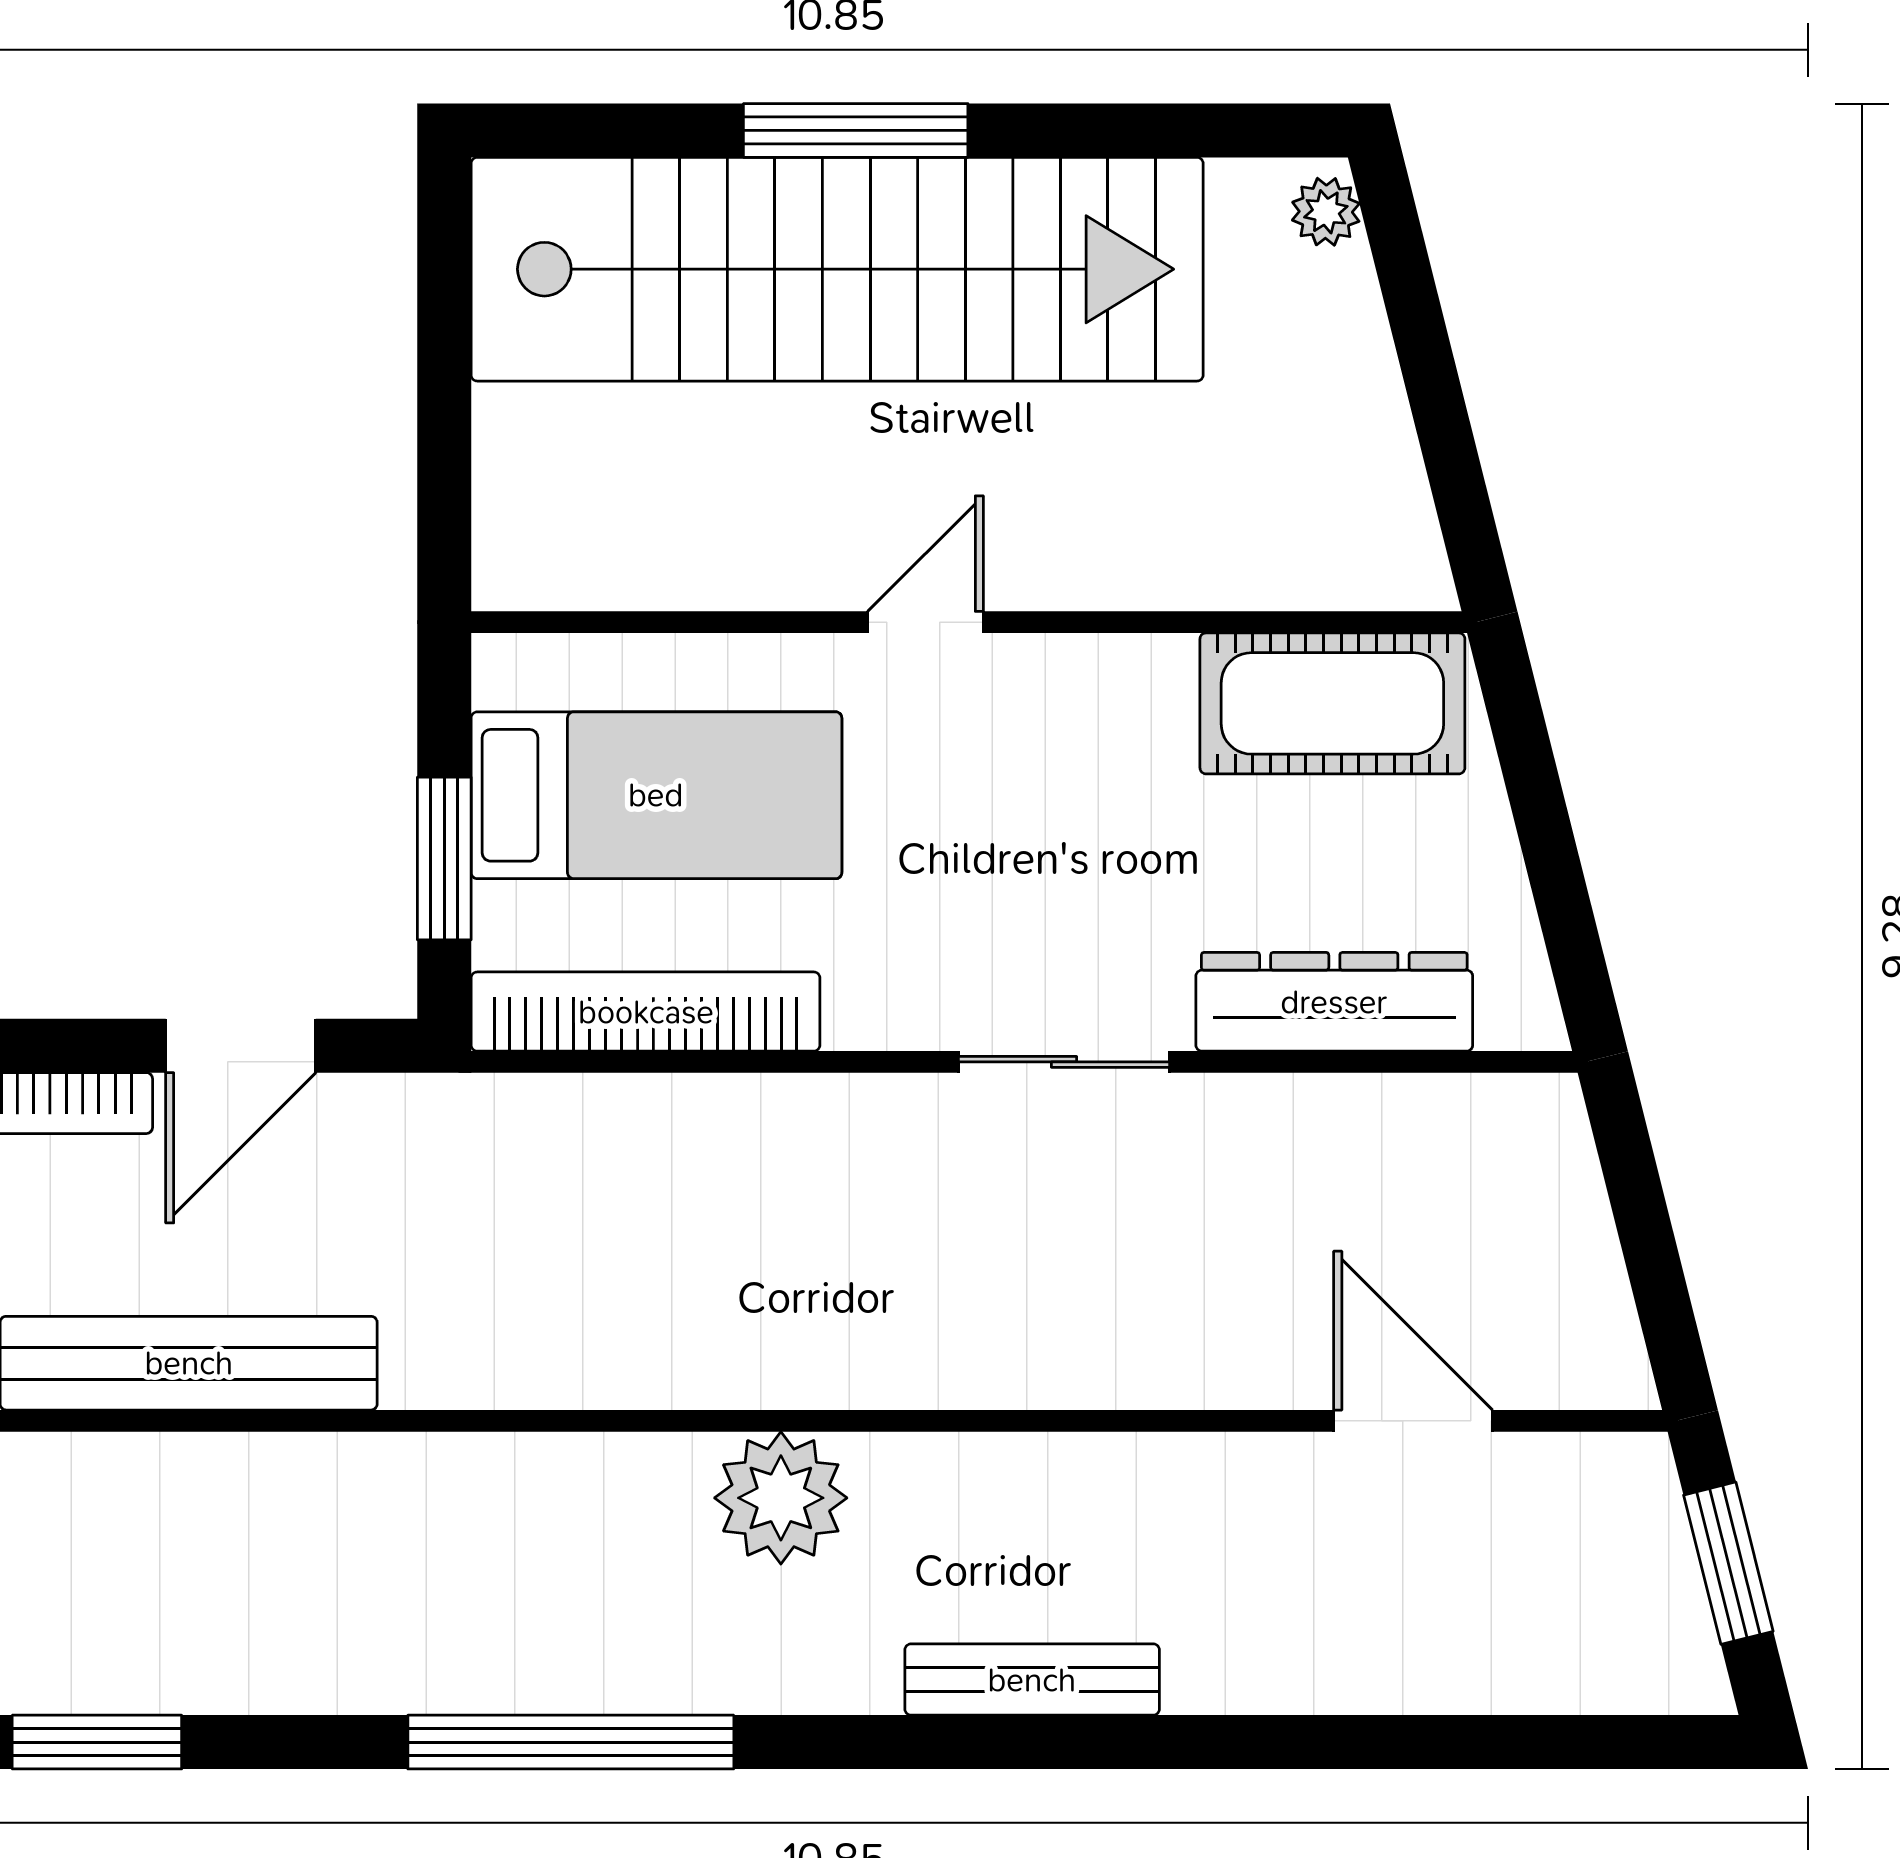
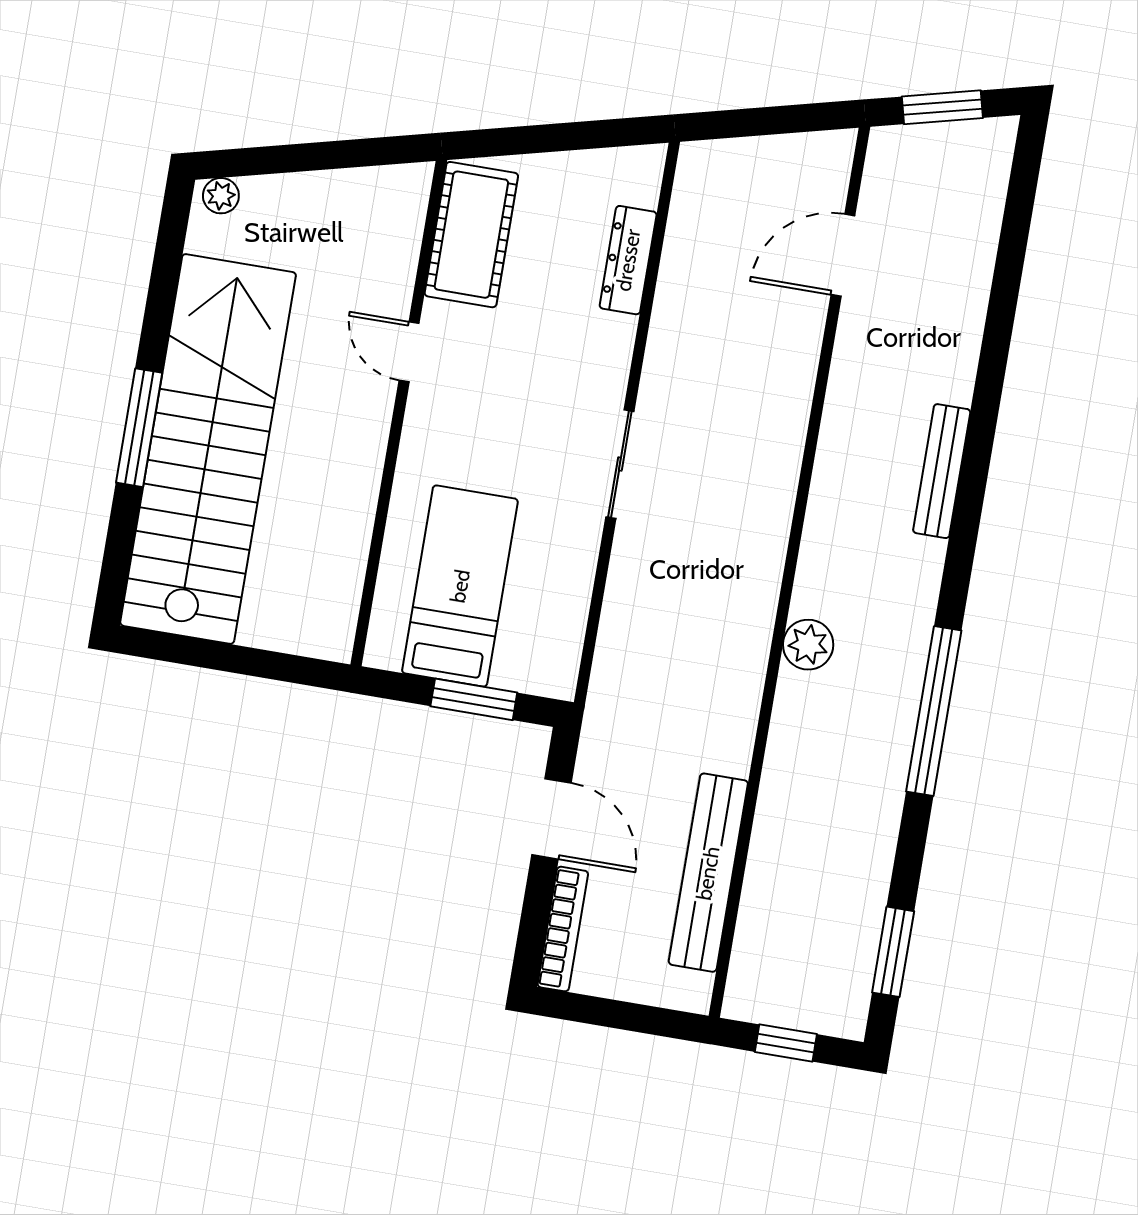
door: (926, 622) -> (409, 352), moved
dresser: (1334, 1002) -> (628, 260), width x0.73, depth x0.80
bookcase: (646, 1012) -> (569, 610), removed
sliding door: (1064, 1062) -> (620, 464), moved
plant: (781, 1498) -> (808, 645), moved, width x0.73, depth x0.73

